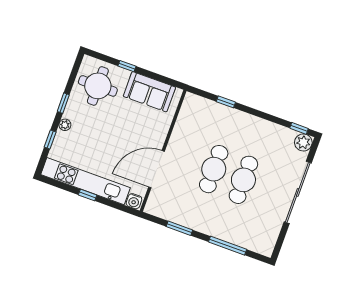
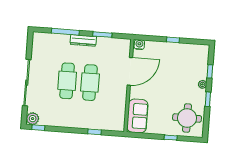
sofa: (149, 92) -> (137, 116), moved, turned 90
kitchen unit: (85, 181) -> (177, 49), removed
dresser: (207, 228) -> (83, 40), added

